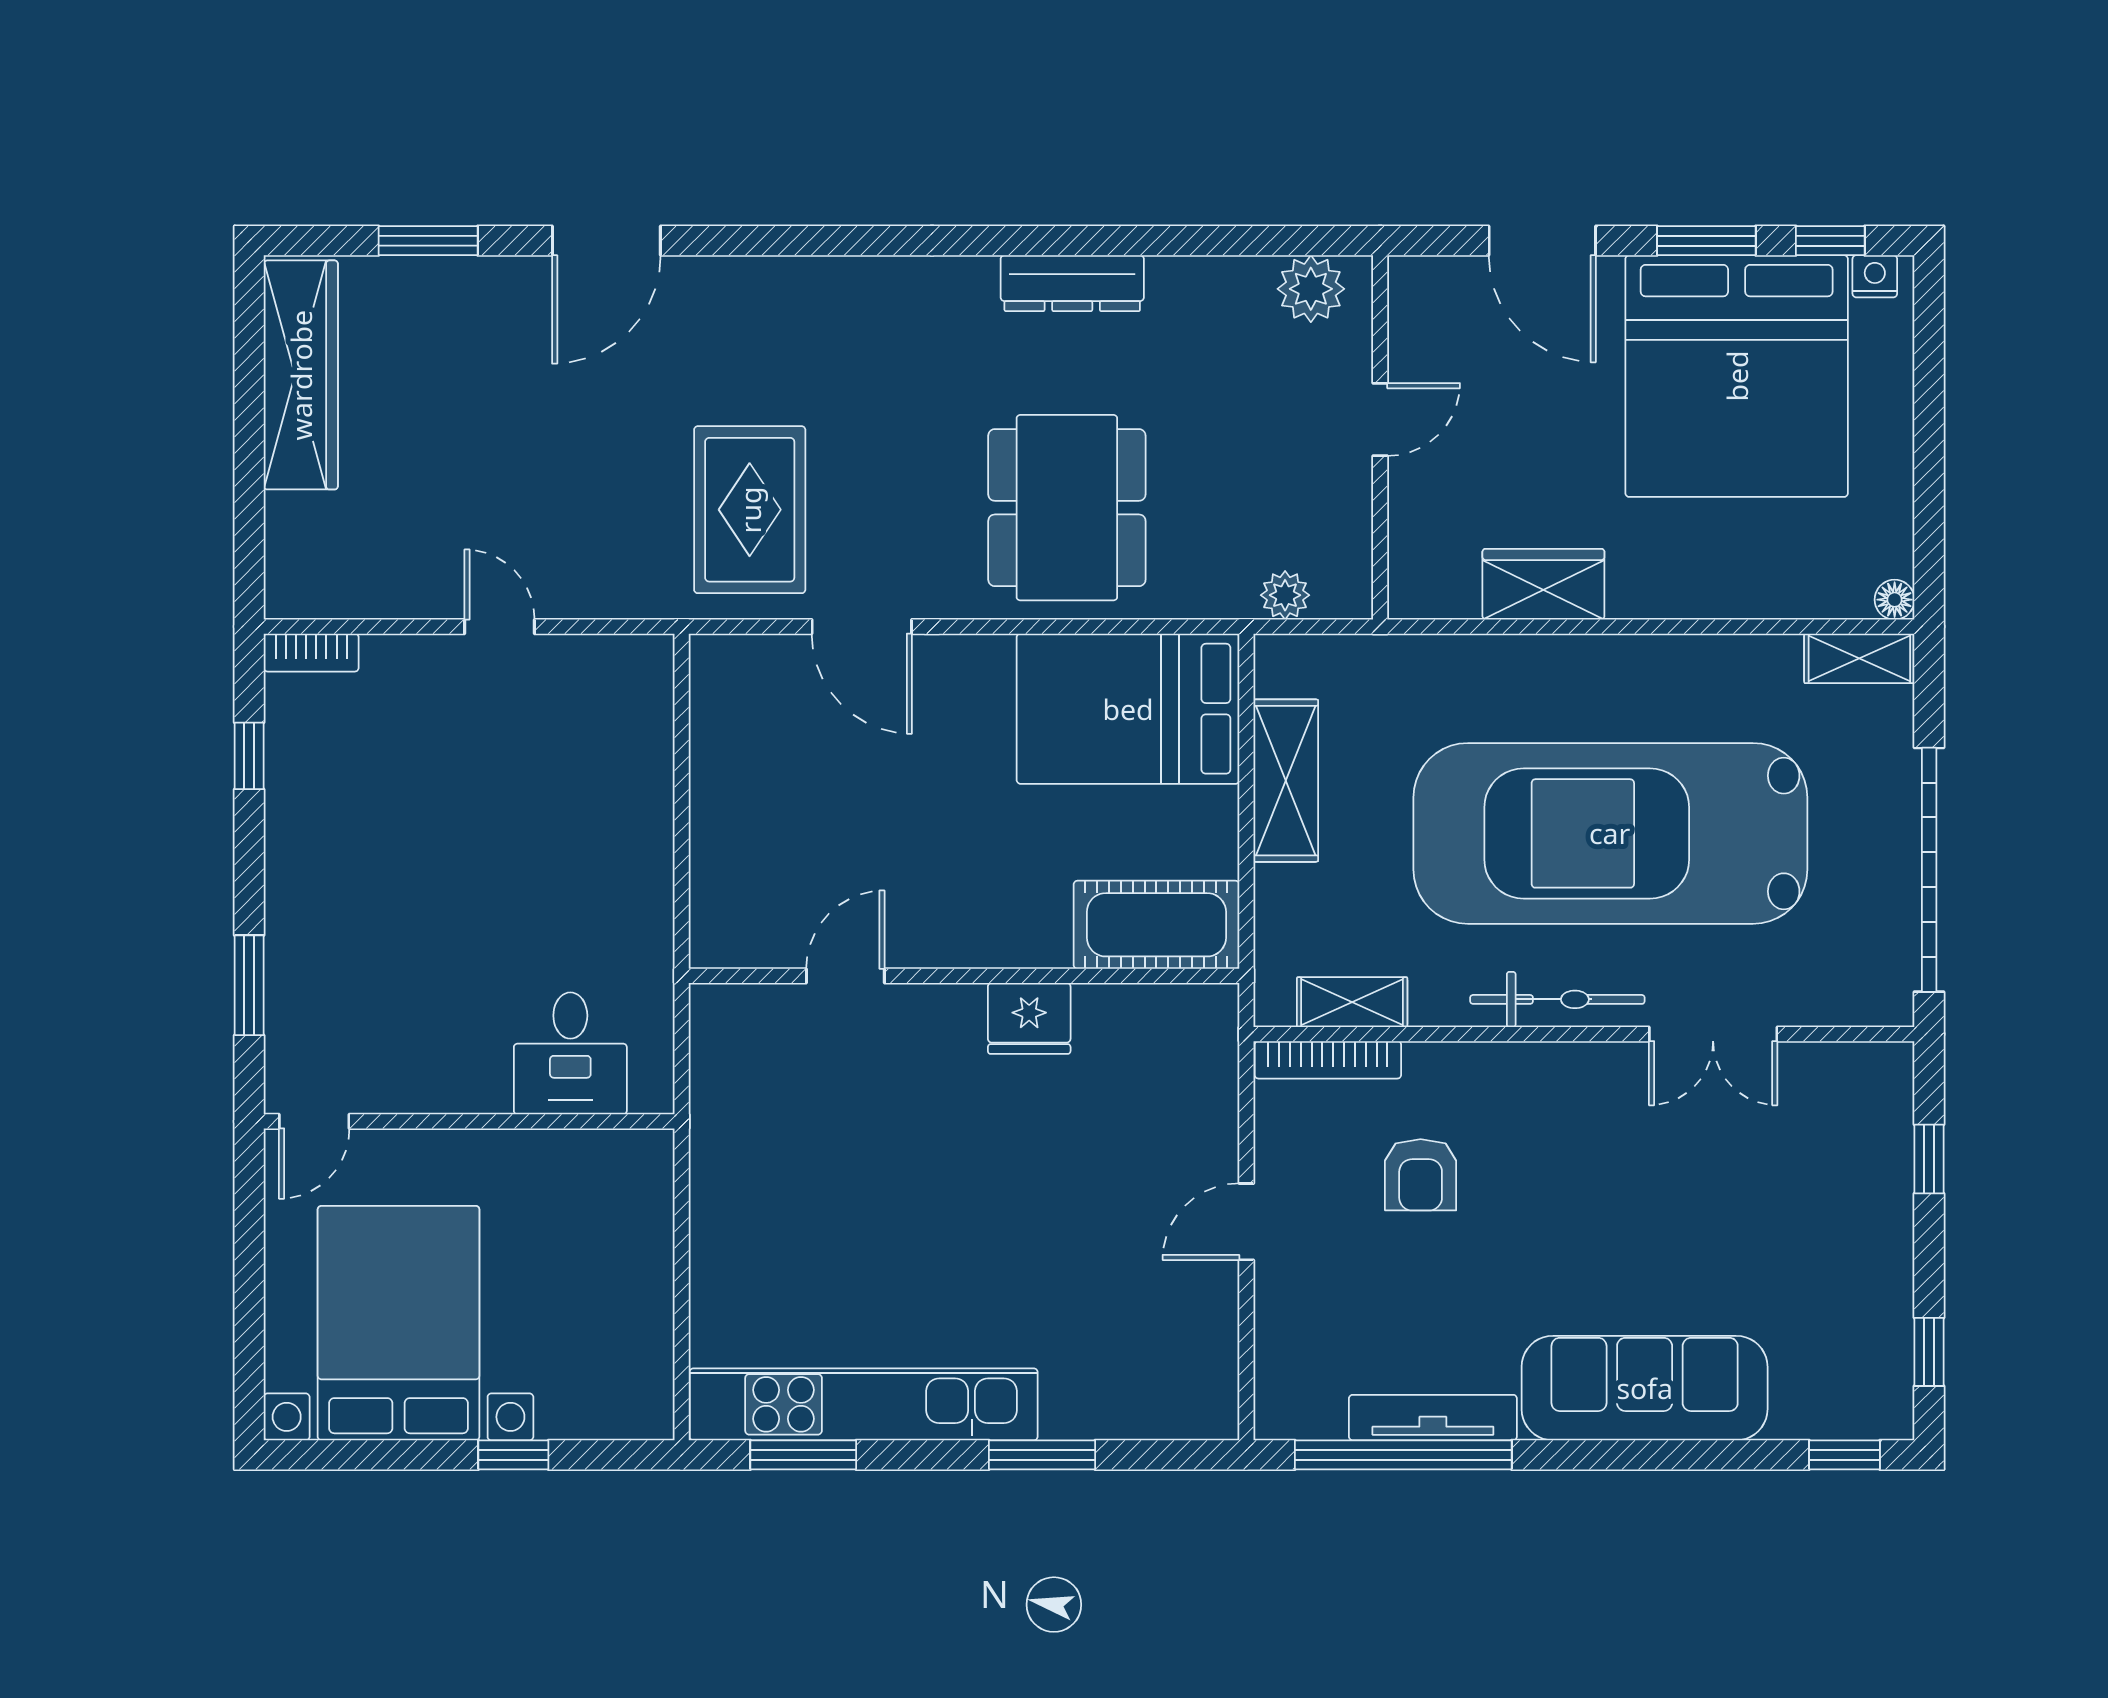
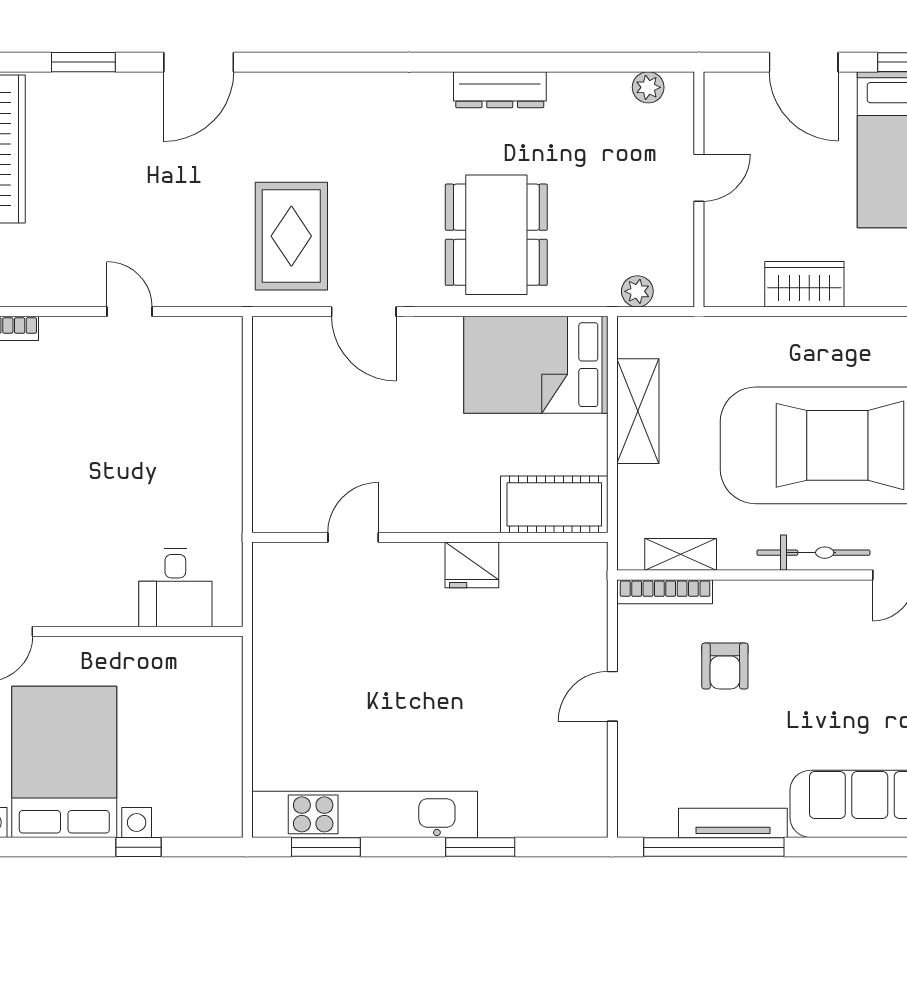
plant: (1311, 289) -> (648, 87), width x0.73, depth x0.73

